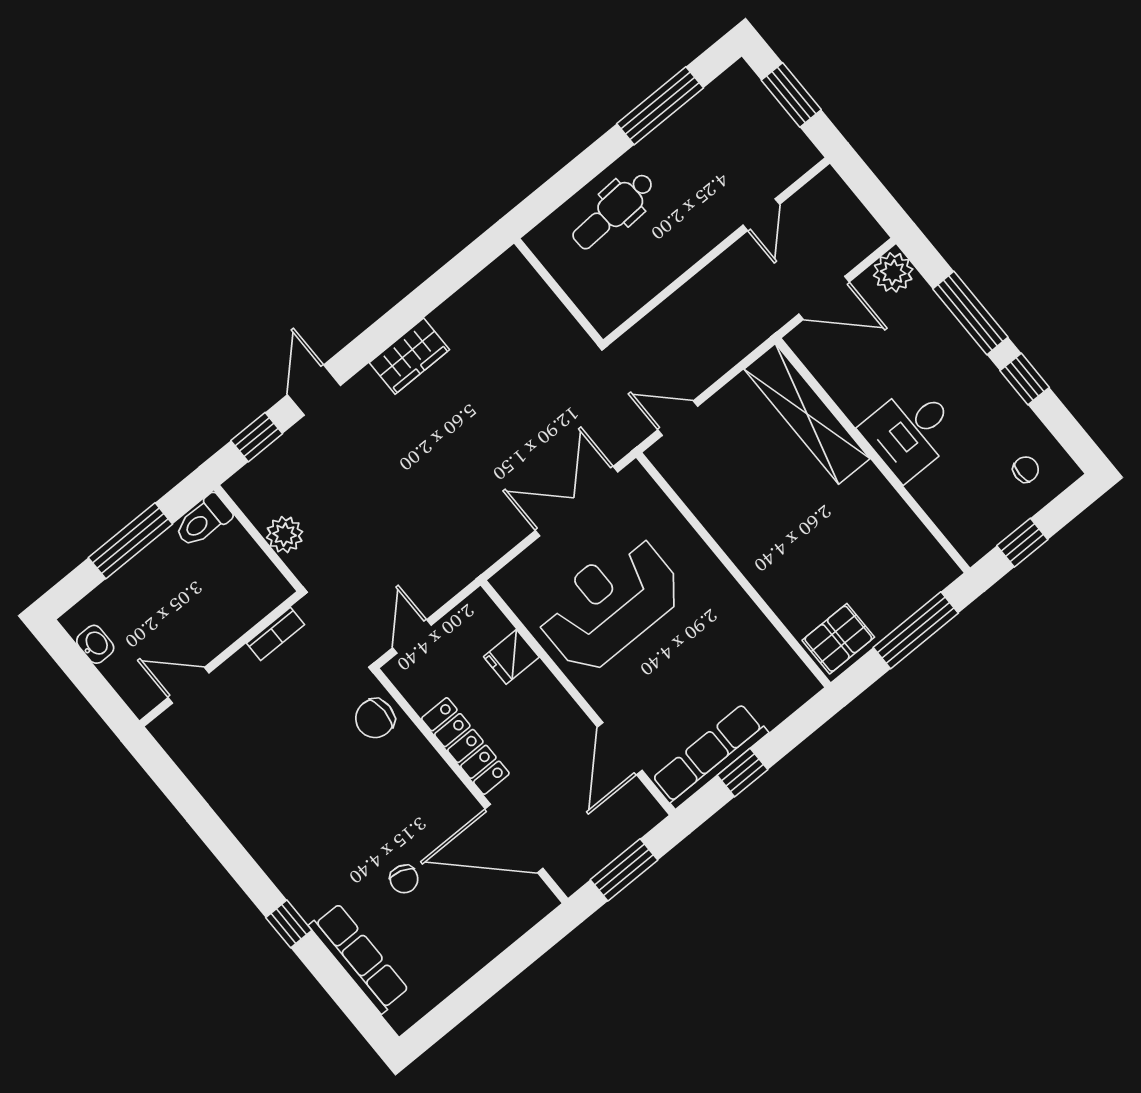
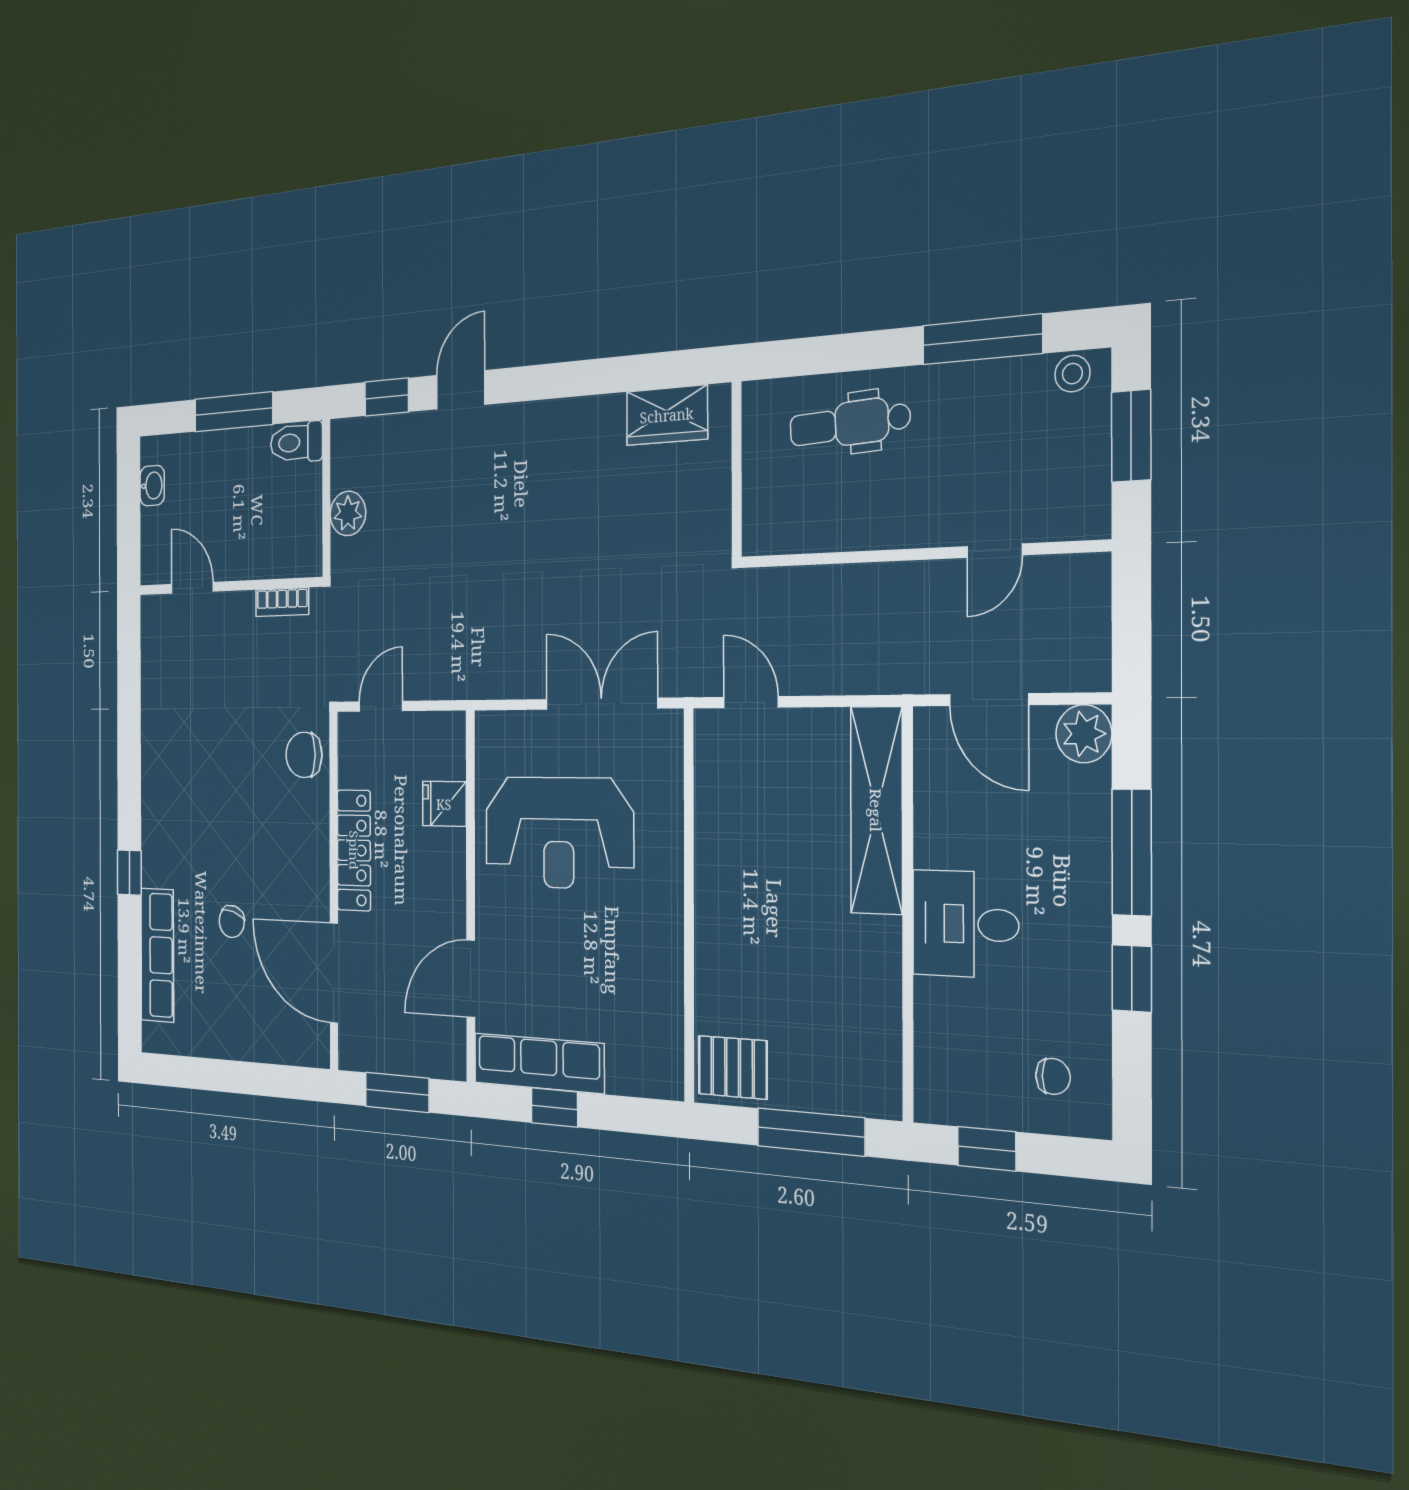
stool: (730, 86) -> (1072, 374), added
wardrobe: (409, 356) -> (667, 415), moved
reception desk: (610, 604) -> (559, 833), turned 180

